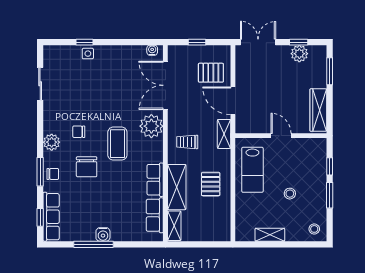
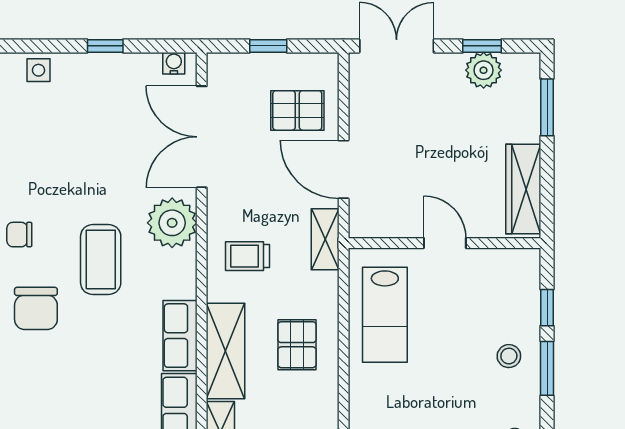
window: (84, 42) -> (105, 46), moved
stool: (290, 194) -> (509, 356), moved

